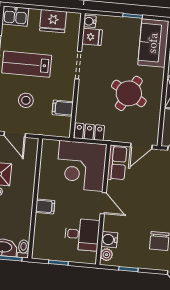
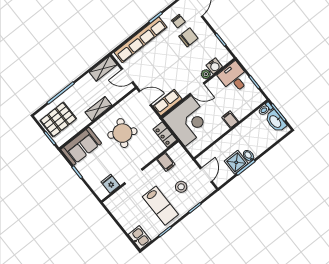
fridge: (53, 21) -> (122, 214), removed
water cooler: (90, 21) -> (103, 193), removed
door: (103, 203) -> (197, 89), swing flipped
desk: (82, 234) -> (234, 78), moved
plant: (106, 255) -> (206, 74), moved

